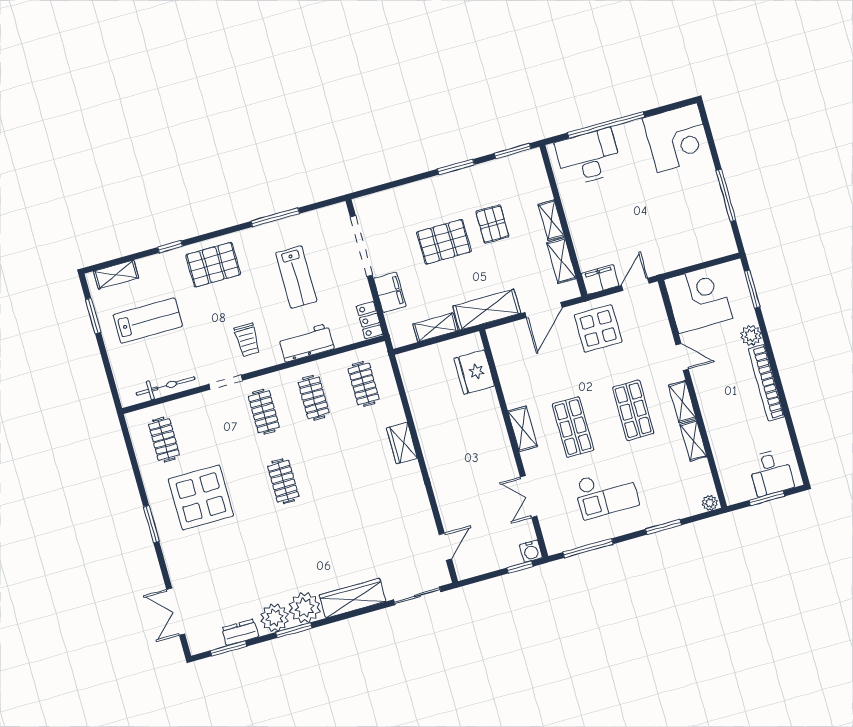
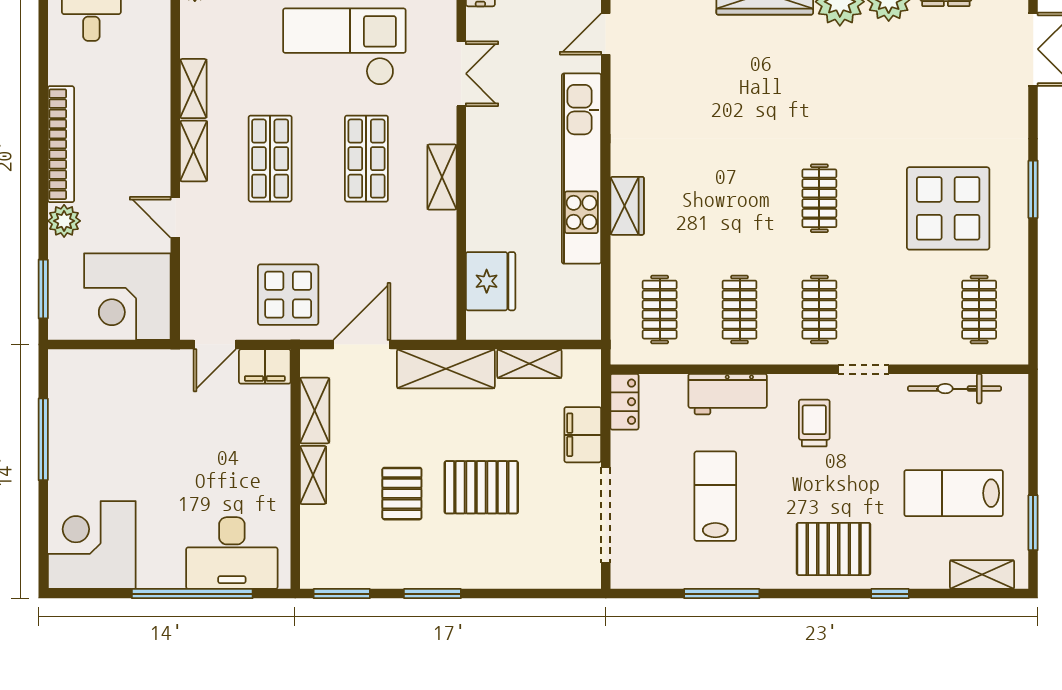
kitchen unit: (437, 458) -> (581, 169), added
checkout: (606, 493) -> (344, 47), width x1.36, depth x1.21

